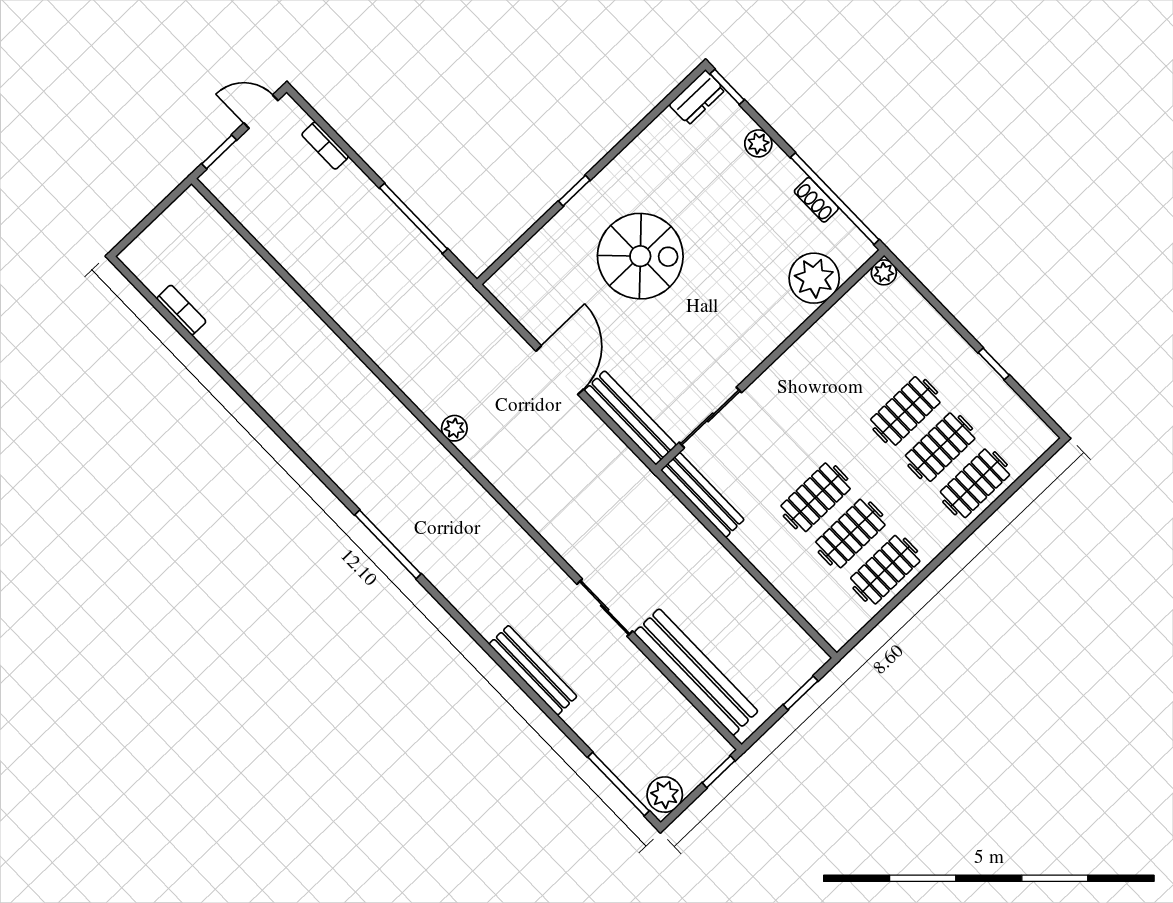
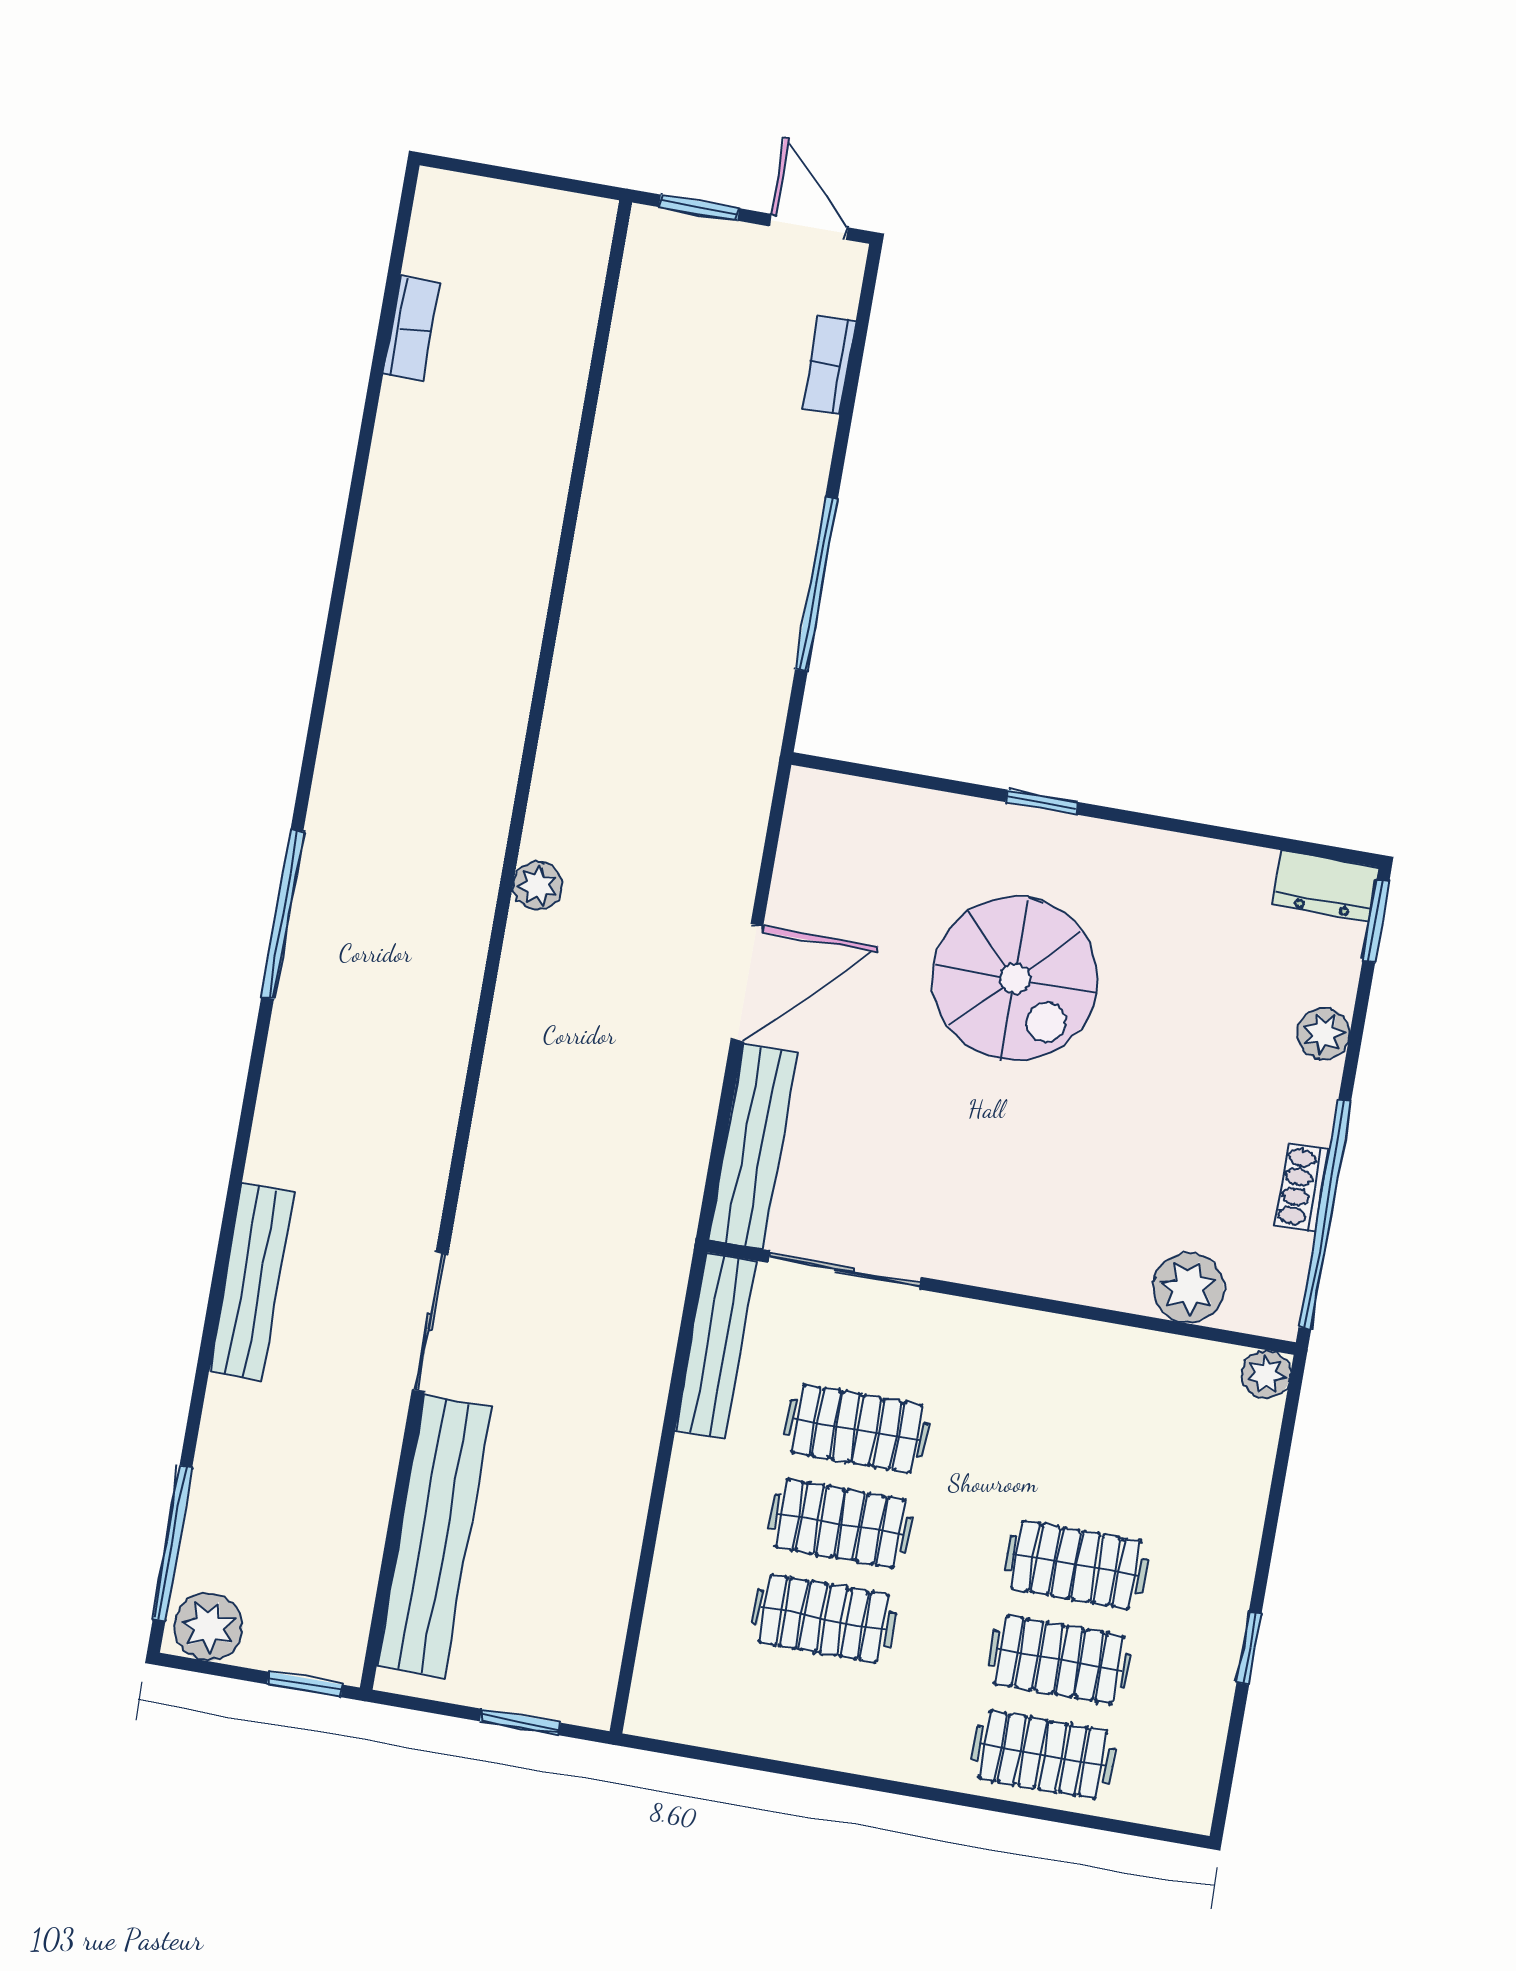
plant: (814, 278) -> (1188, 1288), width x0.73, depth x0.73
clothes rail: (885, 570) -> (857, 1429), moved

